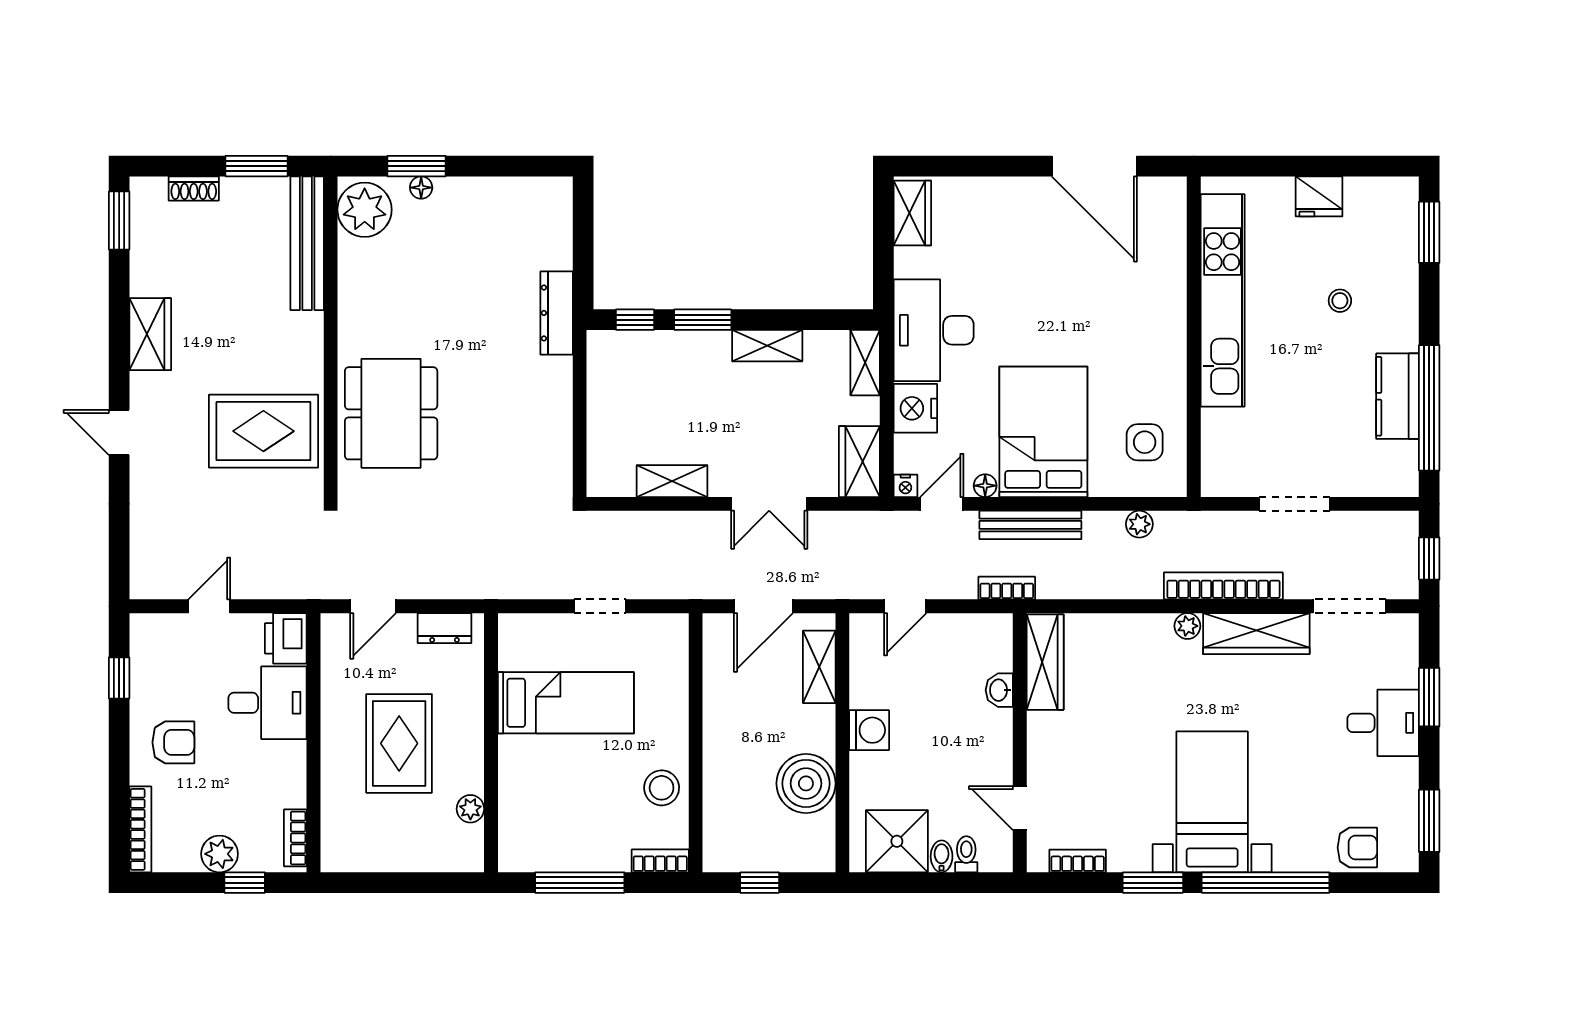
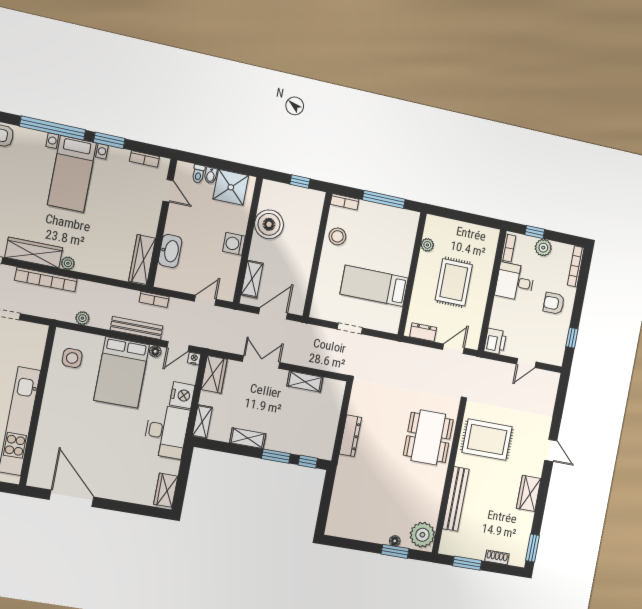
bench: (307, 243) -> (456, 499), moved
dresser: (557, 313) -> (350, 436), moved
washbasin: (999, 690) -> (170, 251), width x1.91, depth x1.45
desk: (268, 703) -> (515, 282), moved

